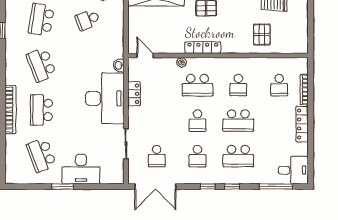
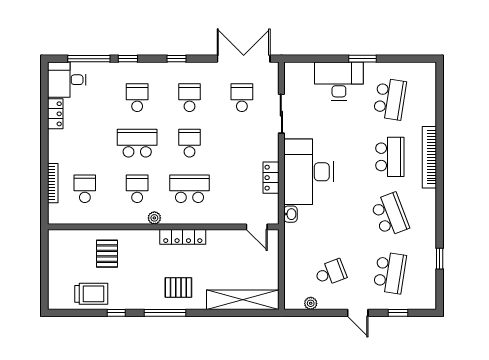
plant: (182, 62) -> (154, 218), moved
locker: (302, 124) -> (55, 114), moved, width x0.66
school desk: (41, 155) -> (390, 99), turned 30
school desk: (238, 156) -> (137, 98), width x0.54
window: (232, 186) -> (128, 59), moved

